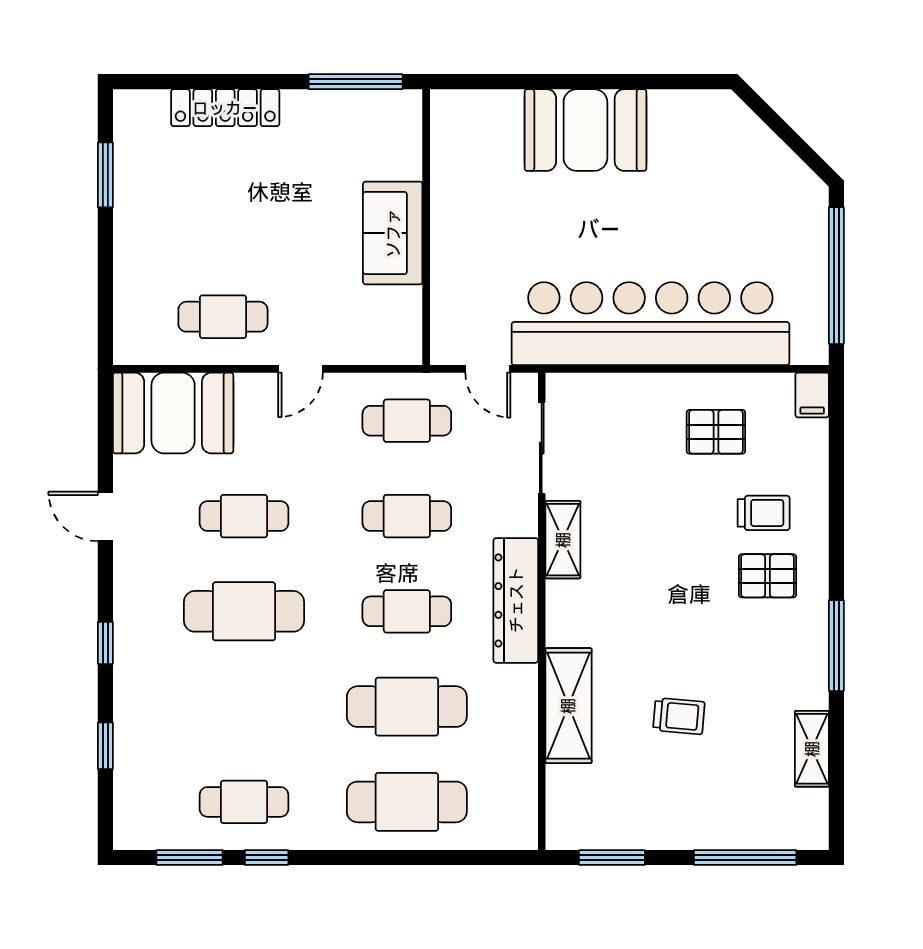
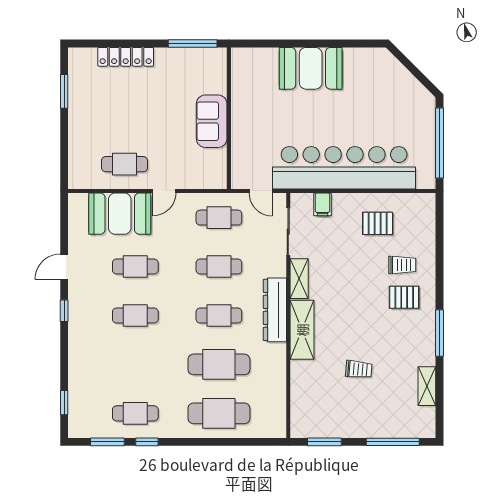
filing cabinet: (812, 395) -> (322, 204), moved
booth: (173, 413) -> (120, 214), moved
door: (105, 516) -> (64, 267), hinge flipped
cafe table: (244, 611) -> (135, 315), width x0.73, depth x0.74
window: (105, 643) -> (64, 311), moved
shelving: (568, 706) -> (302, 330), moved
window: (105, 746) -> (64, 403), moved

